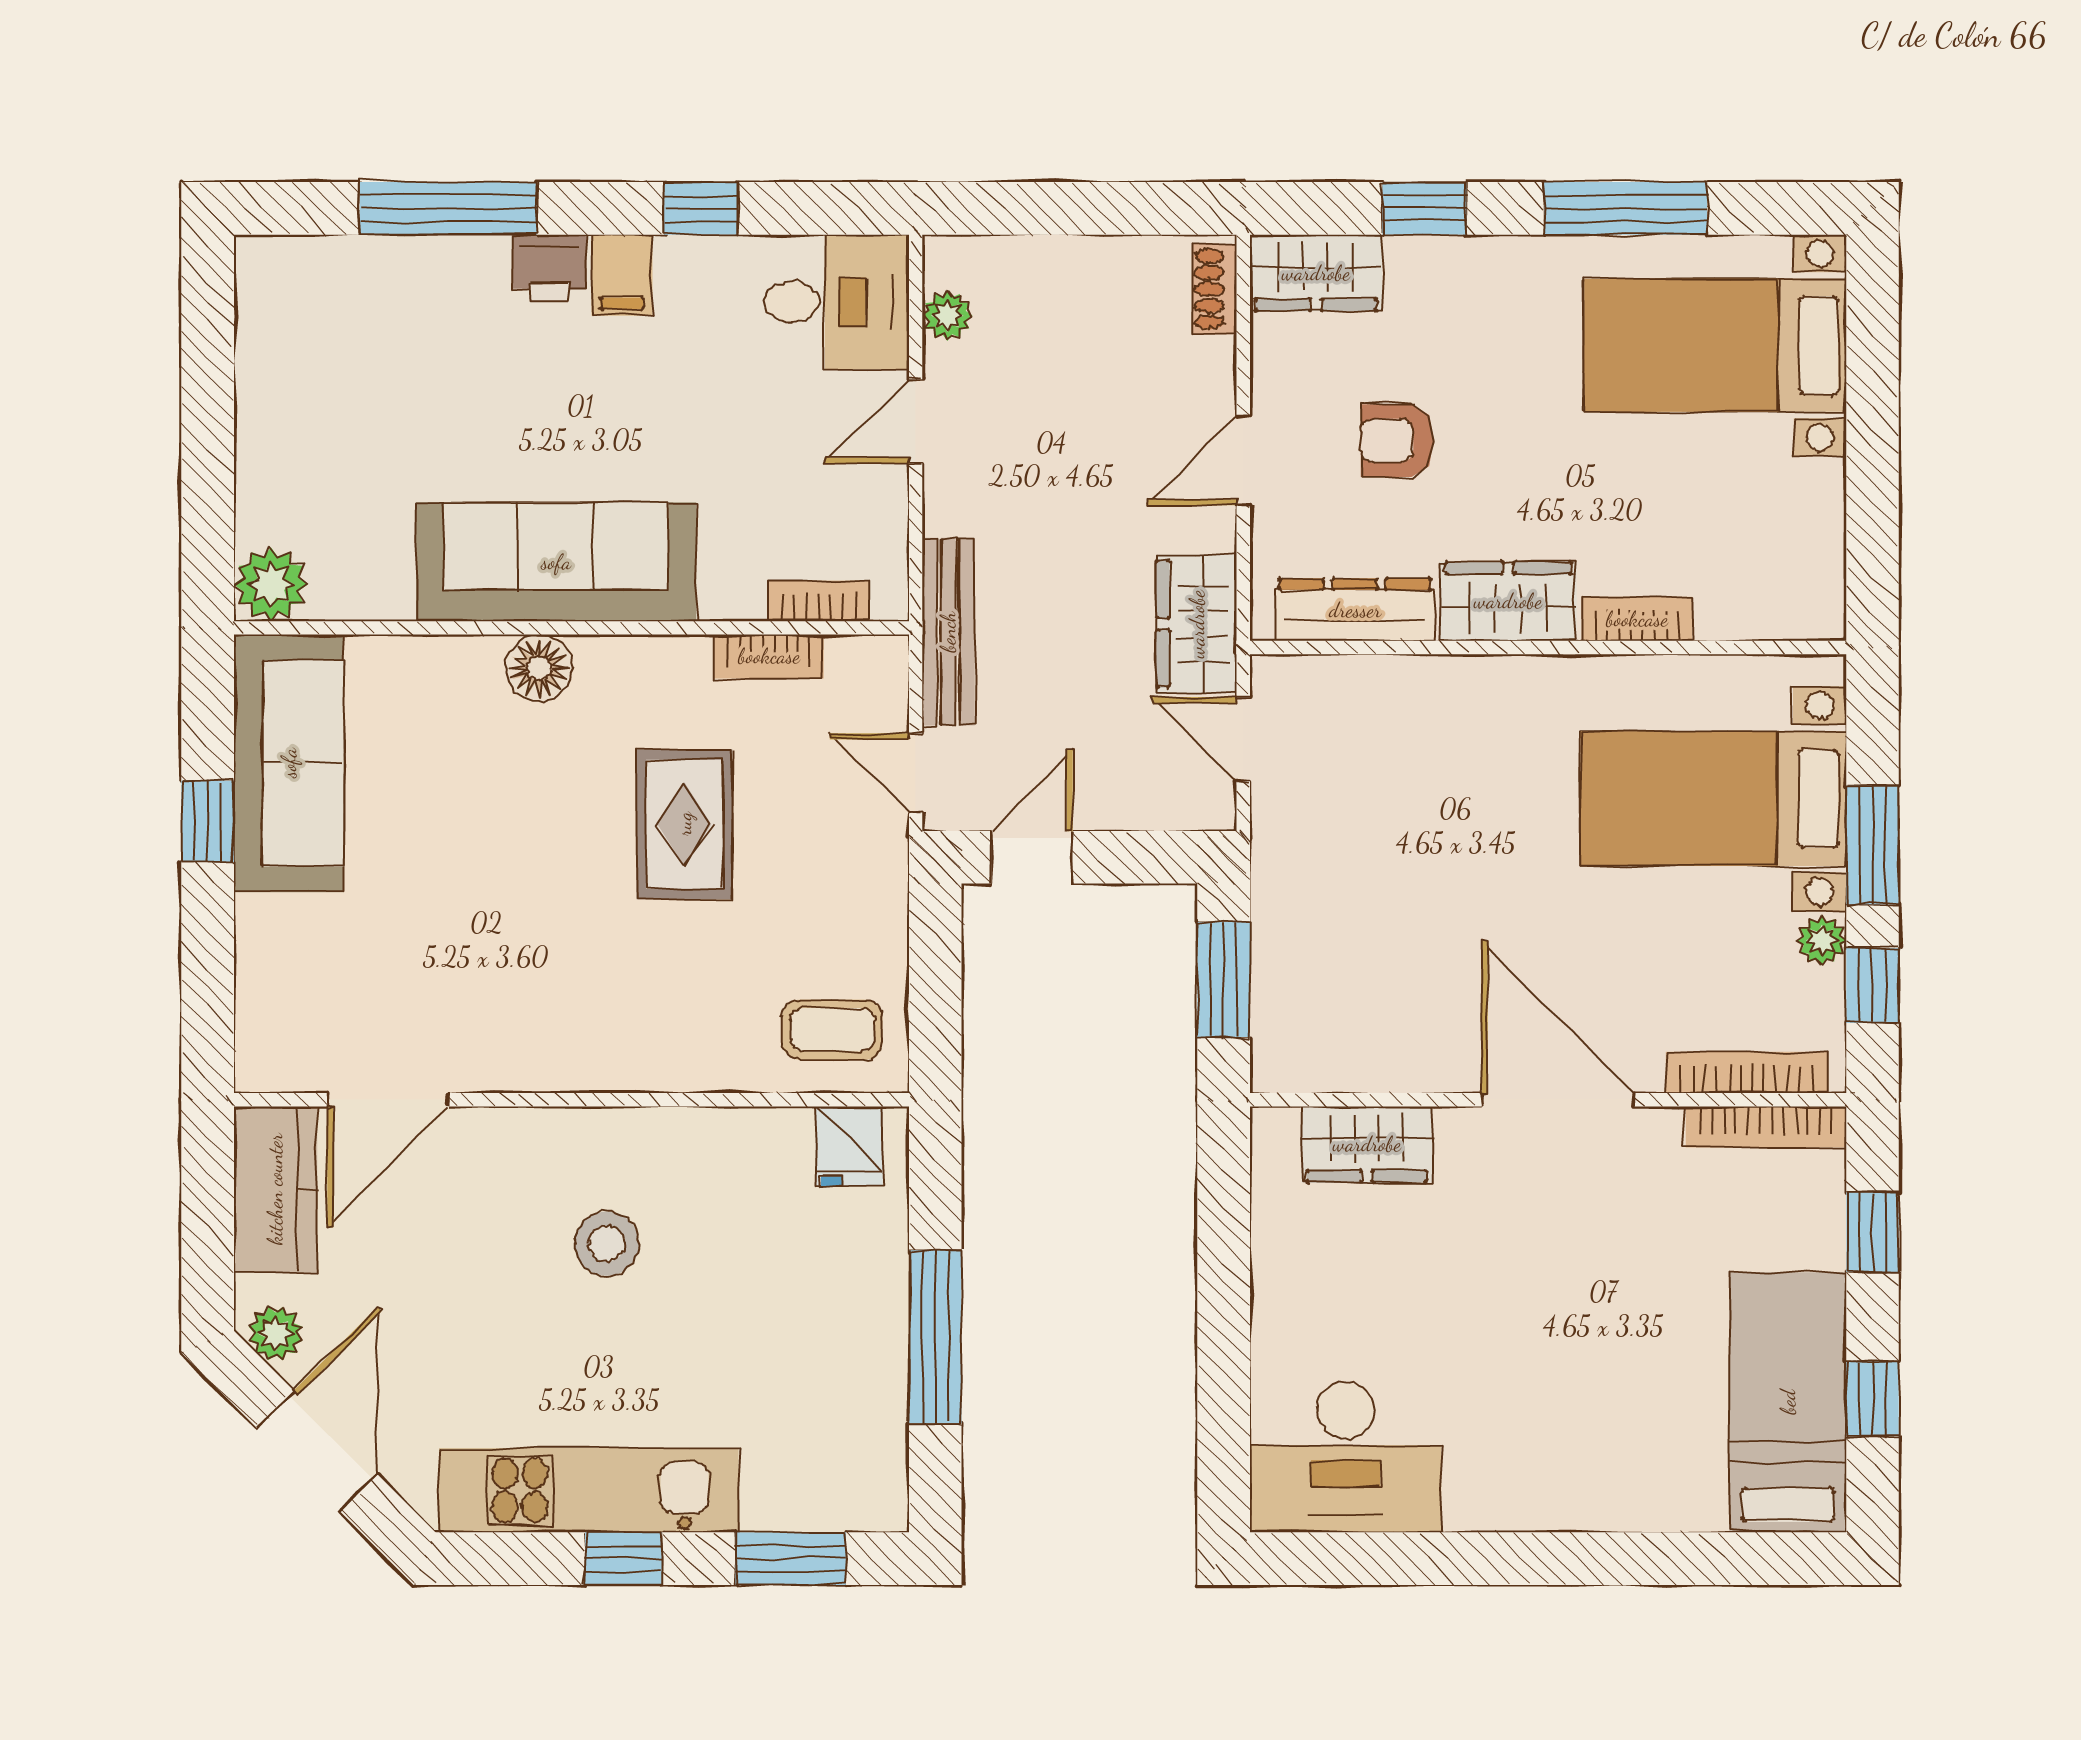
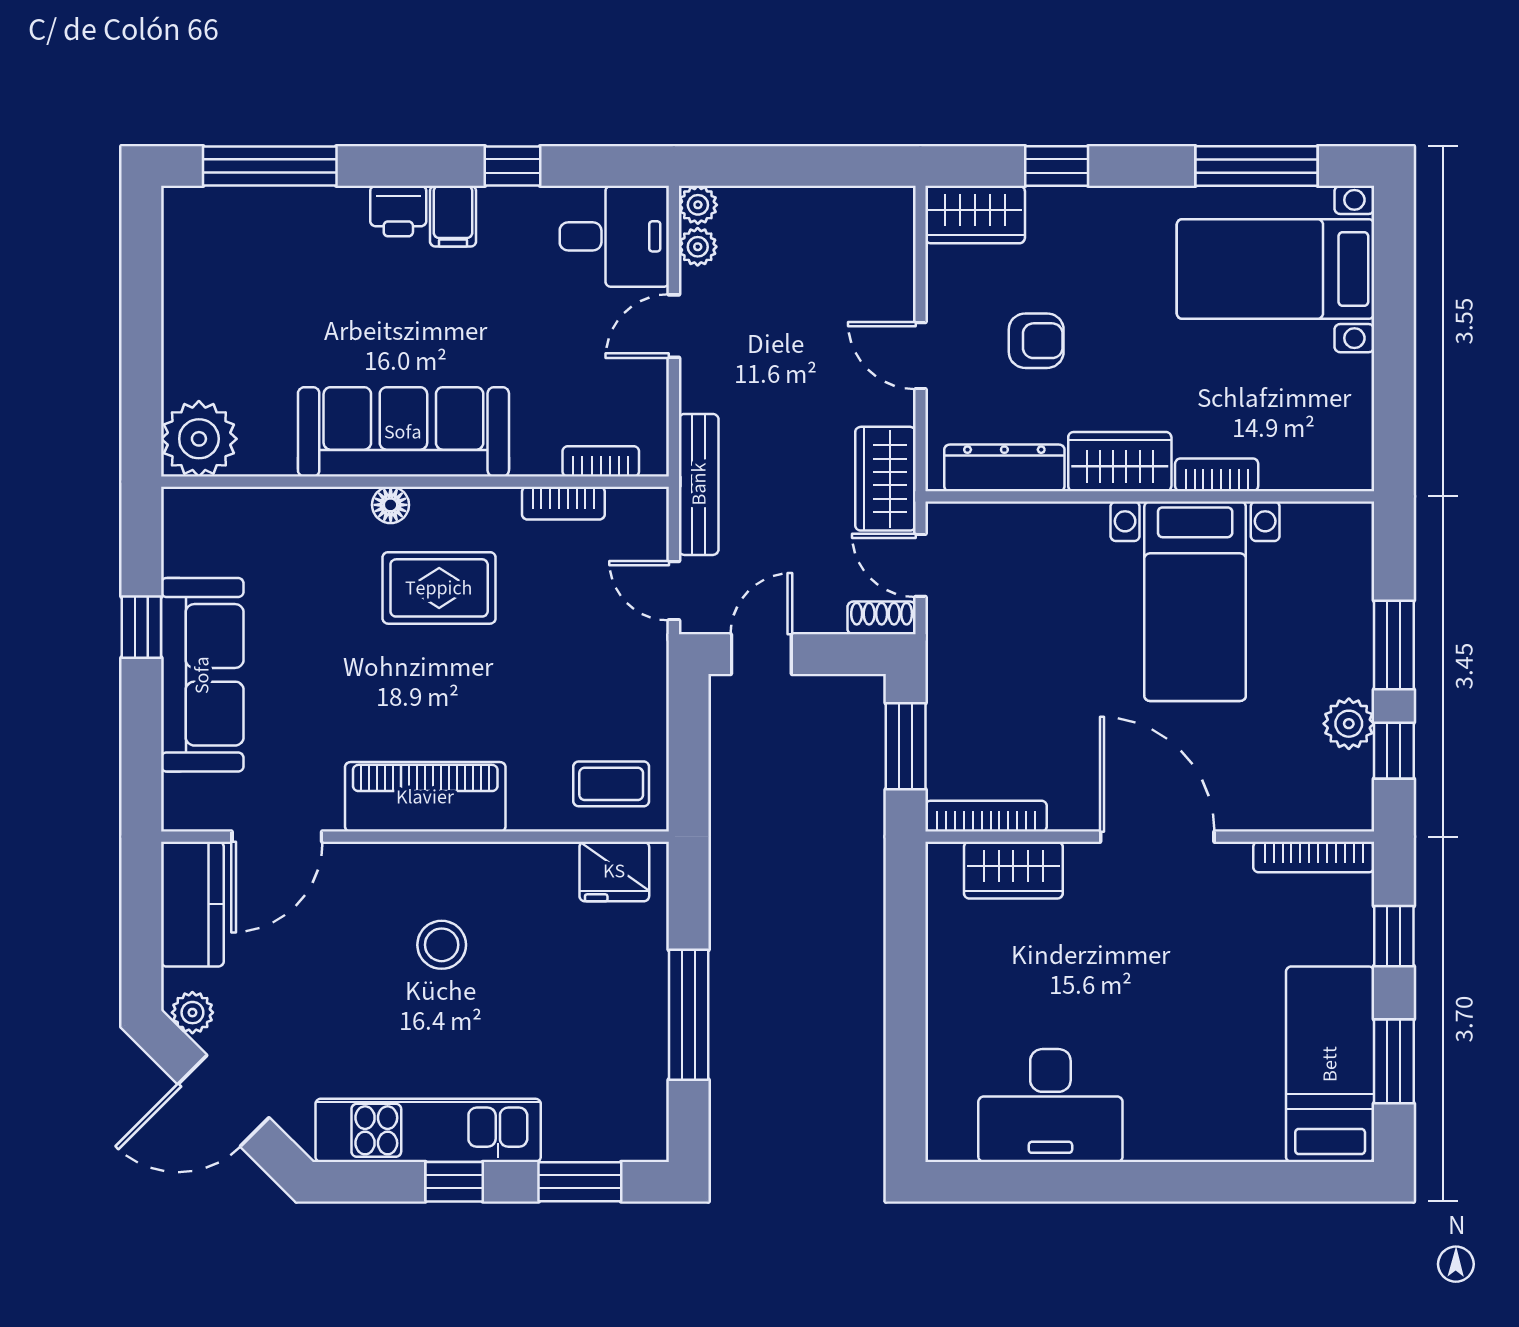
window: (448, 208) -> (270, 166), moved
window: (1626, 208) -> (1256, 166), moved
plant: (948, 260) -> (698, 205), added
shoe rack: (1215, 289) -> (882, 618), moved, turned 90
armchair: (1397, 441) -> (1036, 341), turned 180
door: (1243, 460) -> (920, 356), hinge flipped
plant: (271, 584) -> (199, 439), width x1.36, depth x1.36
floor lamp: (539, 668) -> (391, 505), width x0.73, depth x0.73
sofa: (289, 763) -> (202, 675), moved
bed with nightstands: (1714, 799) -> (1195, 601), moved, turned -90
rug: (684, 824) -> (439, 588), moved, turned 90
plant: (1822, 940) -> (1349, 724), width x1.38, depth x1.38
piano: (585, 1047) -> (425, 797), added
bookcase: (1746, 1073) -> (986, 816), moved
fridge: (849, 1146) -> (614, 871), width x1.38
window: (1873, 1399) -> (1394, 1061), width x1.50
door: (317, 1451) -> (224, 1101), swing flipped
desk: (1346, 1457) -> (1050, 1105), moved

